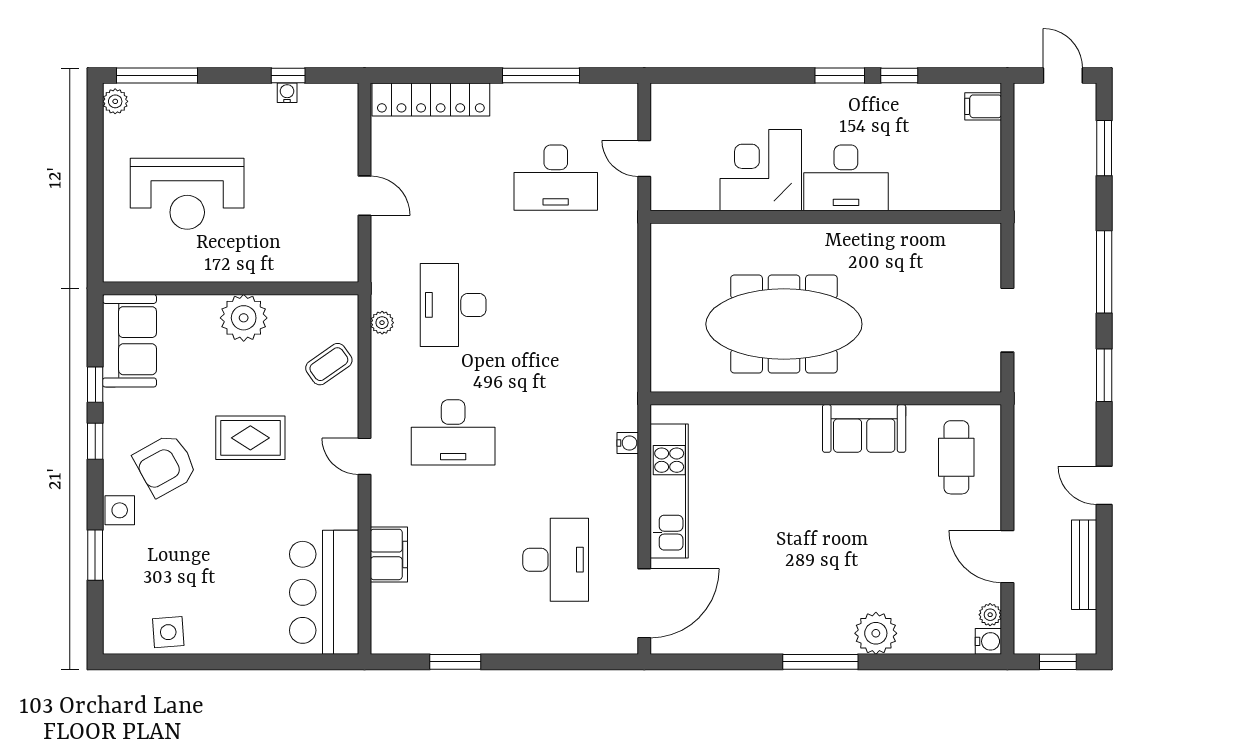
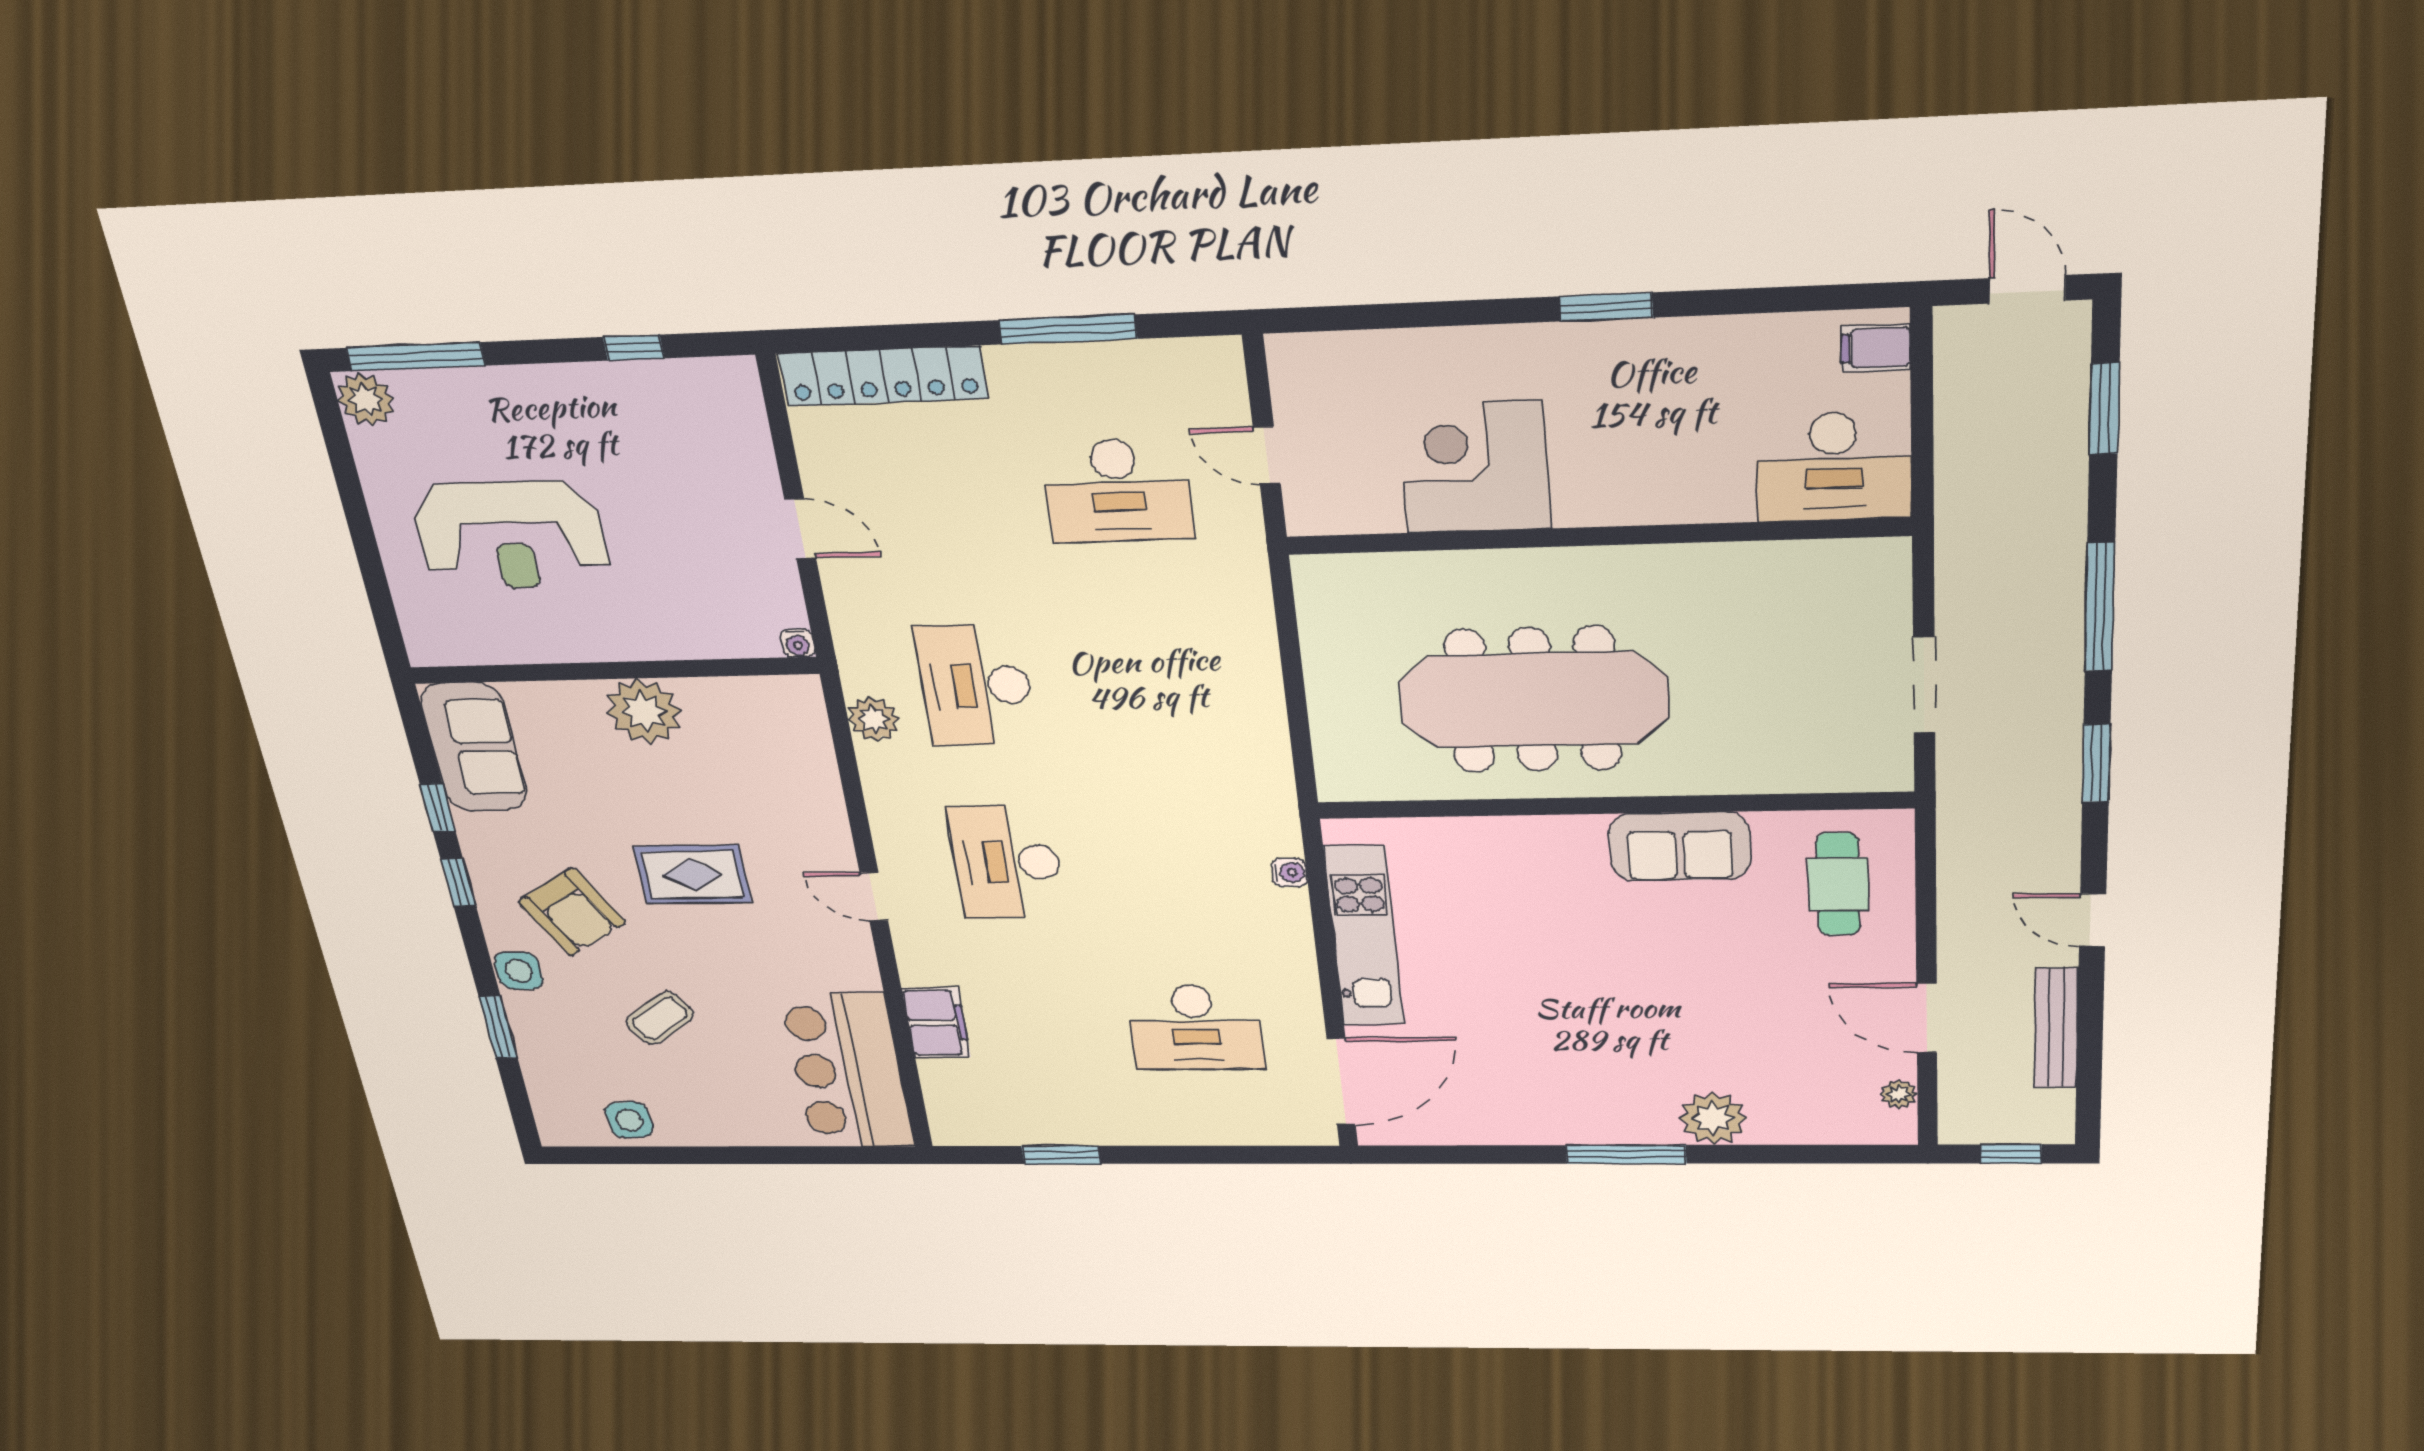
window: (899, 75) -> (1717, 302), removed
water cooler: (287, 93) -> (797, 643), moved, turned 180
plant: (115, 101) -> (366, 400), width x1.38, depth x1.38
desk: (846, 178) -> (1834, 467), moved
plant: (382, 323) -> (874, 719), width x1.38, depth x1.38
coffee table: (329, 364) -> (660, 1018), moved
desk: (453, 432) -> (1007, 862), turned 90
armchair: (165, 465) -> (572, 912), turned -92
desk: (556, 560) -> (1195, 1027), turned 90
water cooler: (988, 641) -> (1896, 1128), removed

